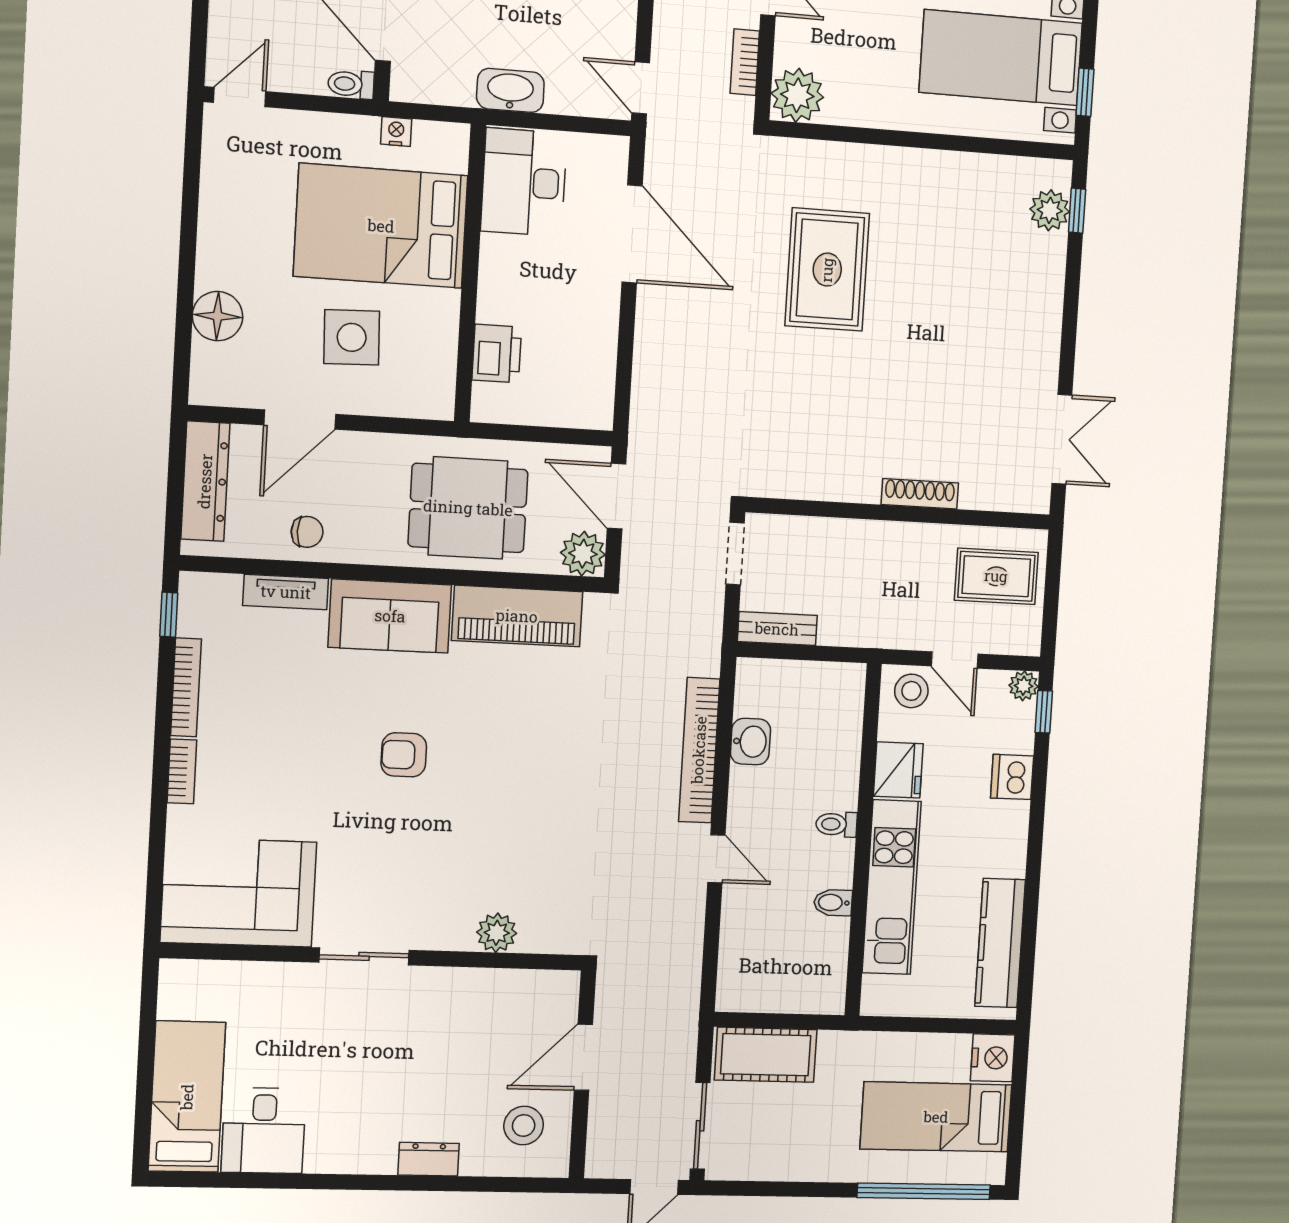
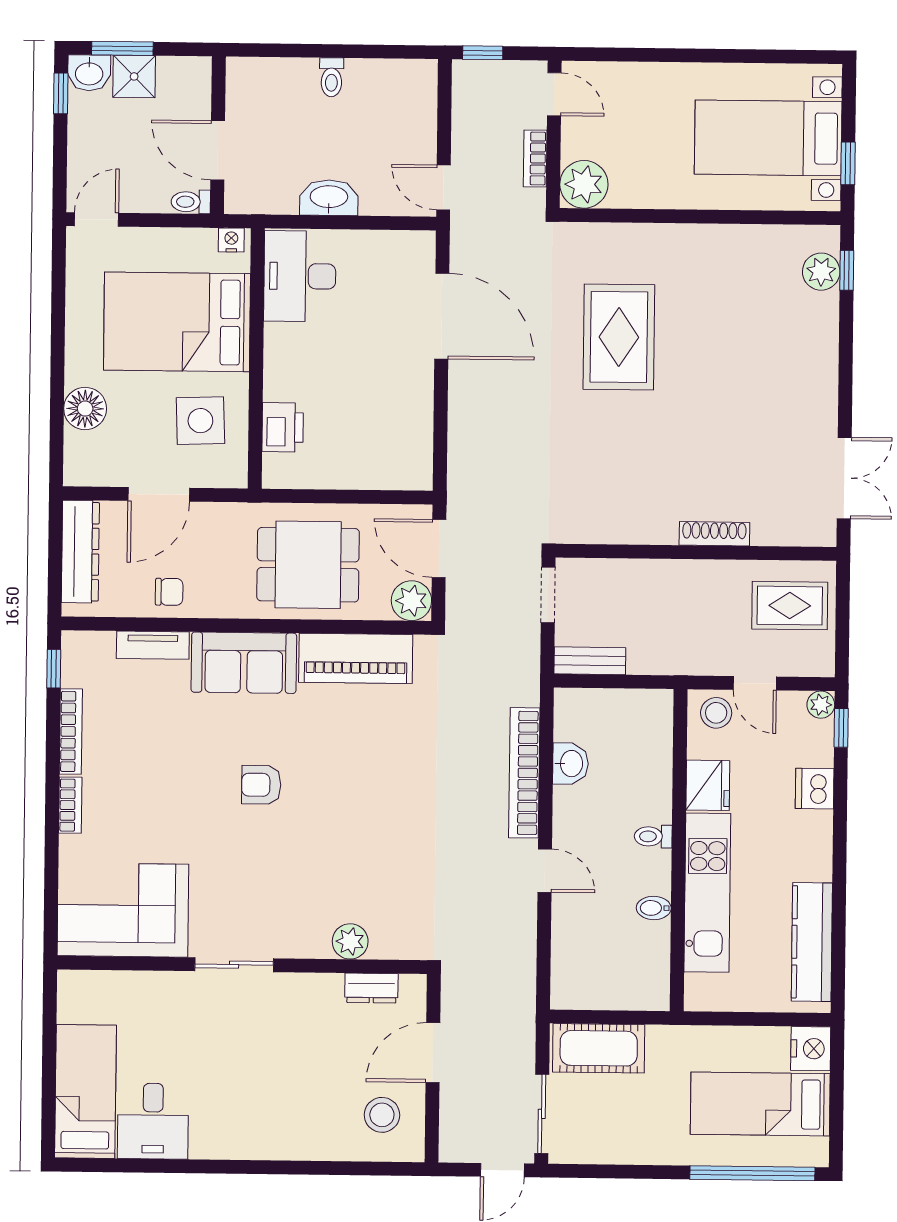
desk: (524, 182) -> (300, 276), moved
bed: (381, 226) -> (177, 322), moved
wall: (470, 273) -> (256, 358), moved
printer: (497, 354) -> (283, 427), moved
dresser: (429, 1159) -> (371, 988), moved, turned 180

